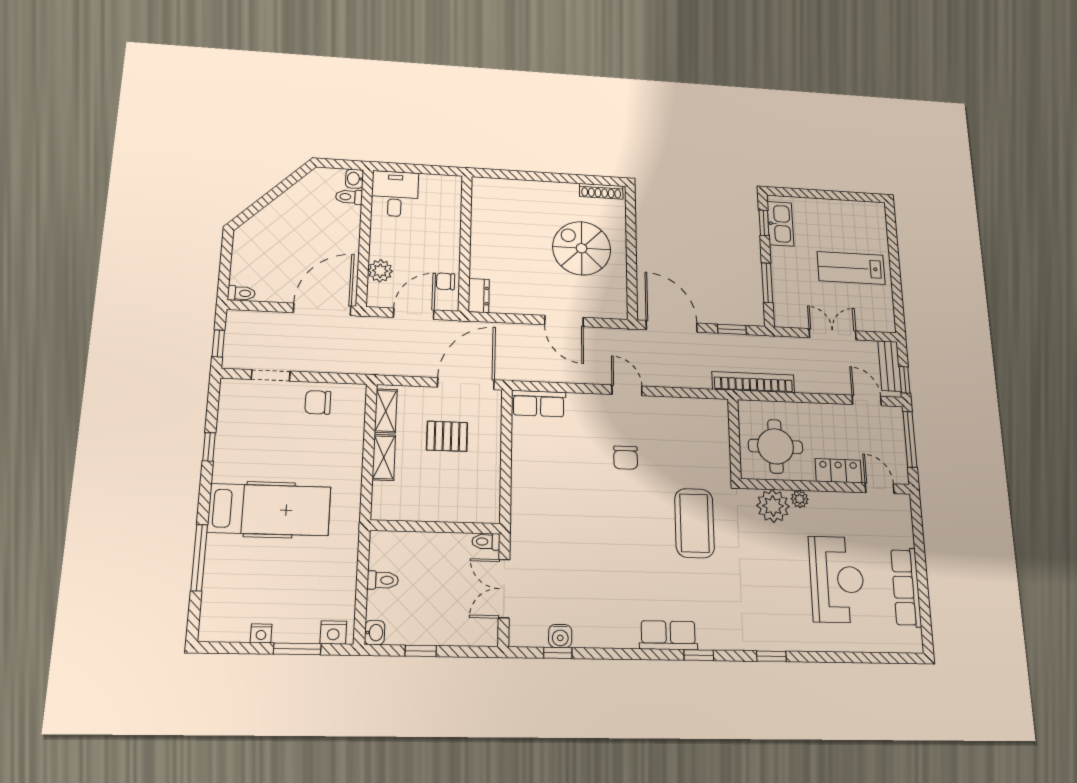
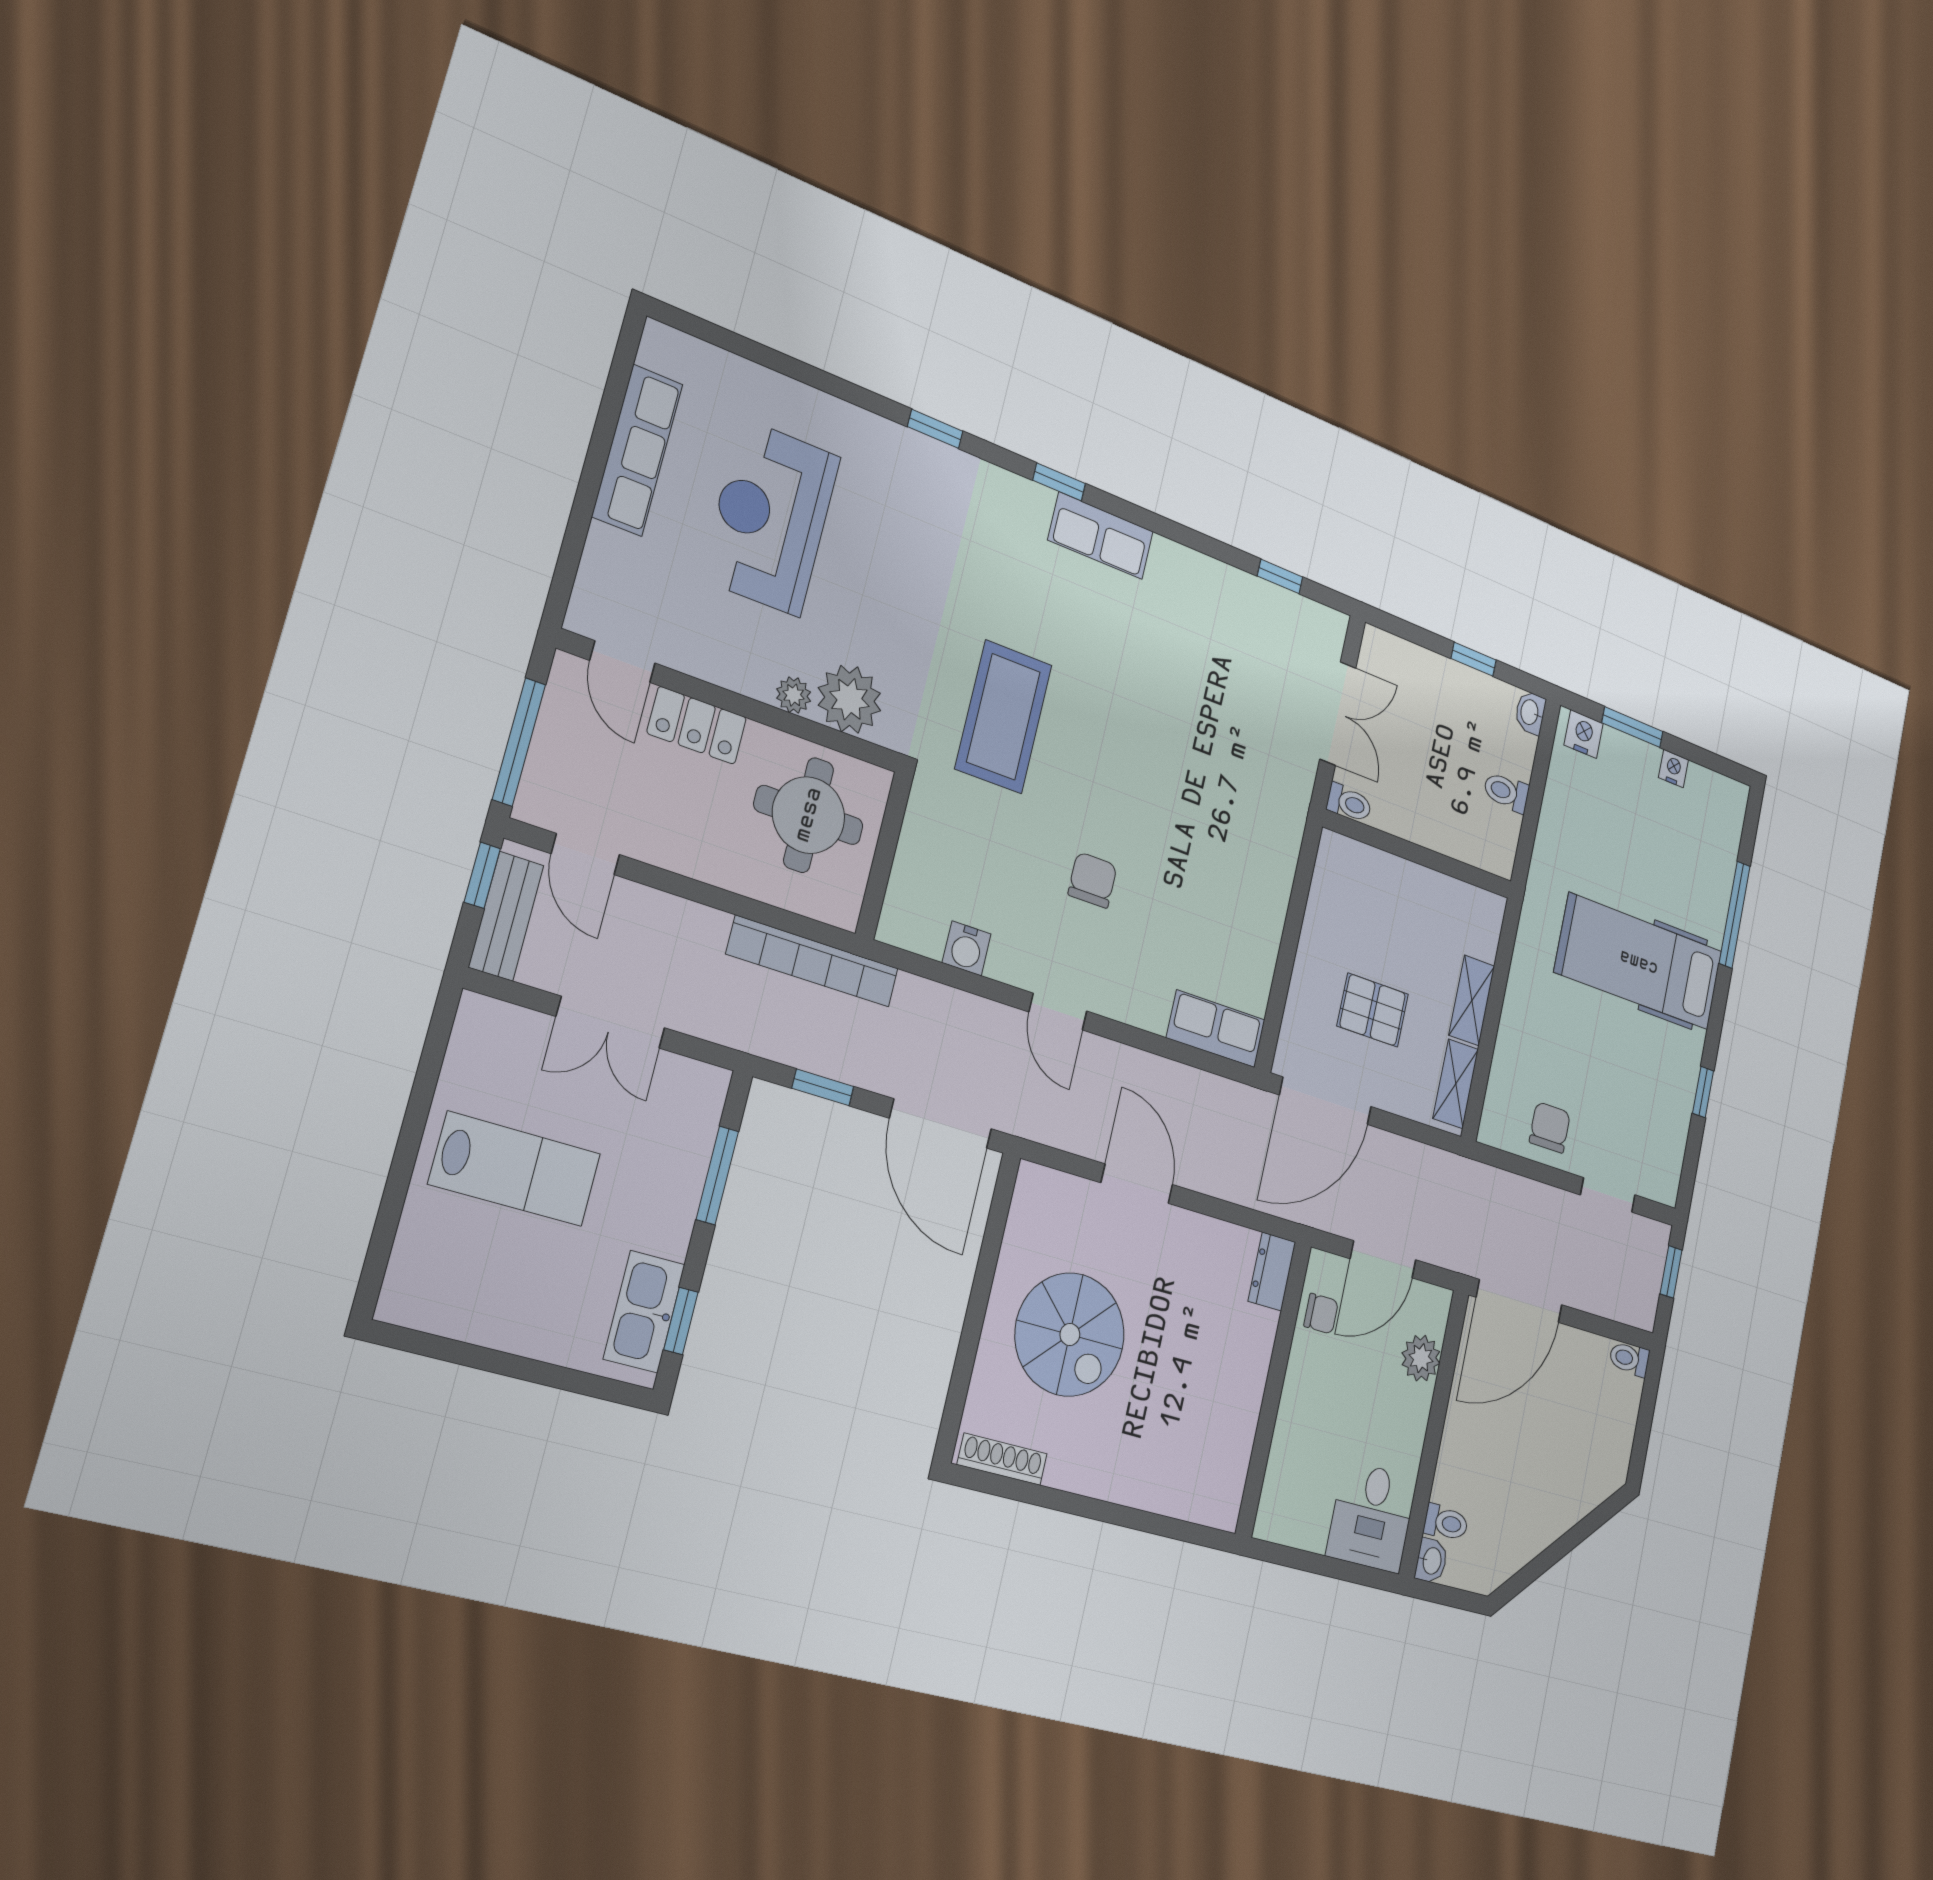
chair: (318, 402) -> (1550, 1127), turned -90
water cooler: (560, 636) -> (967, 948), moved, turned 180

